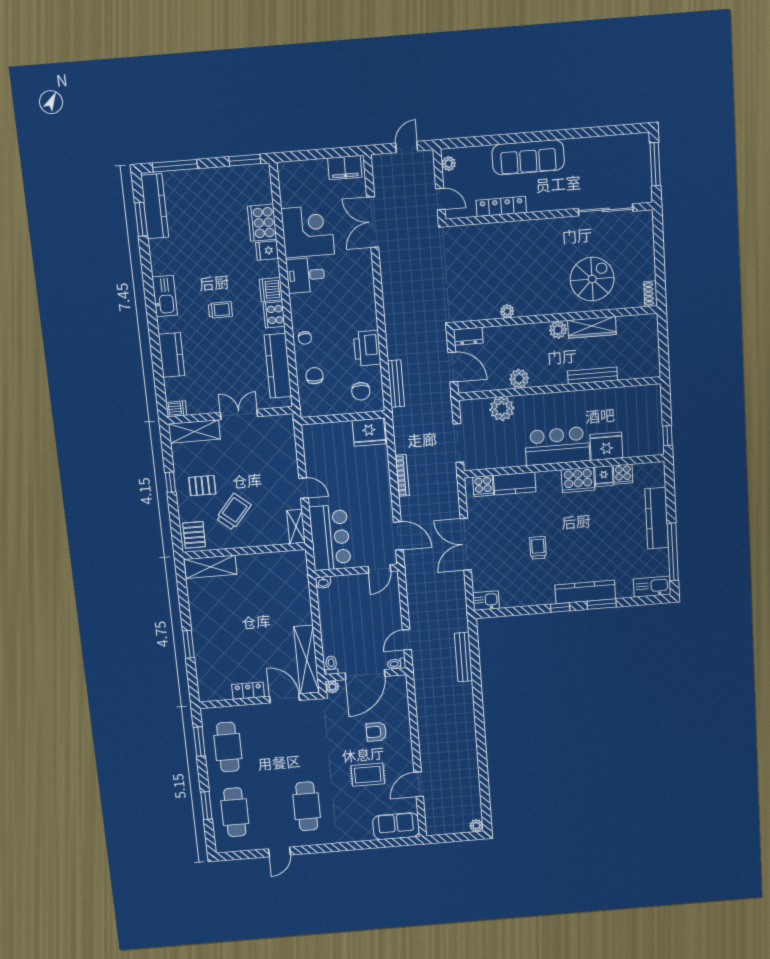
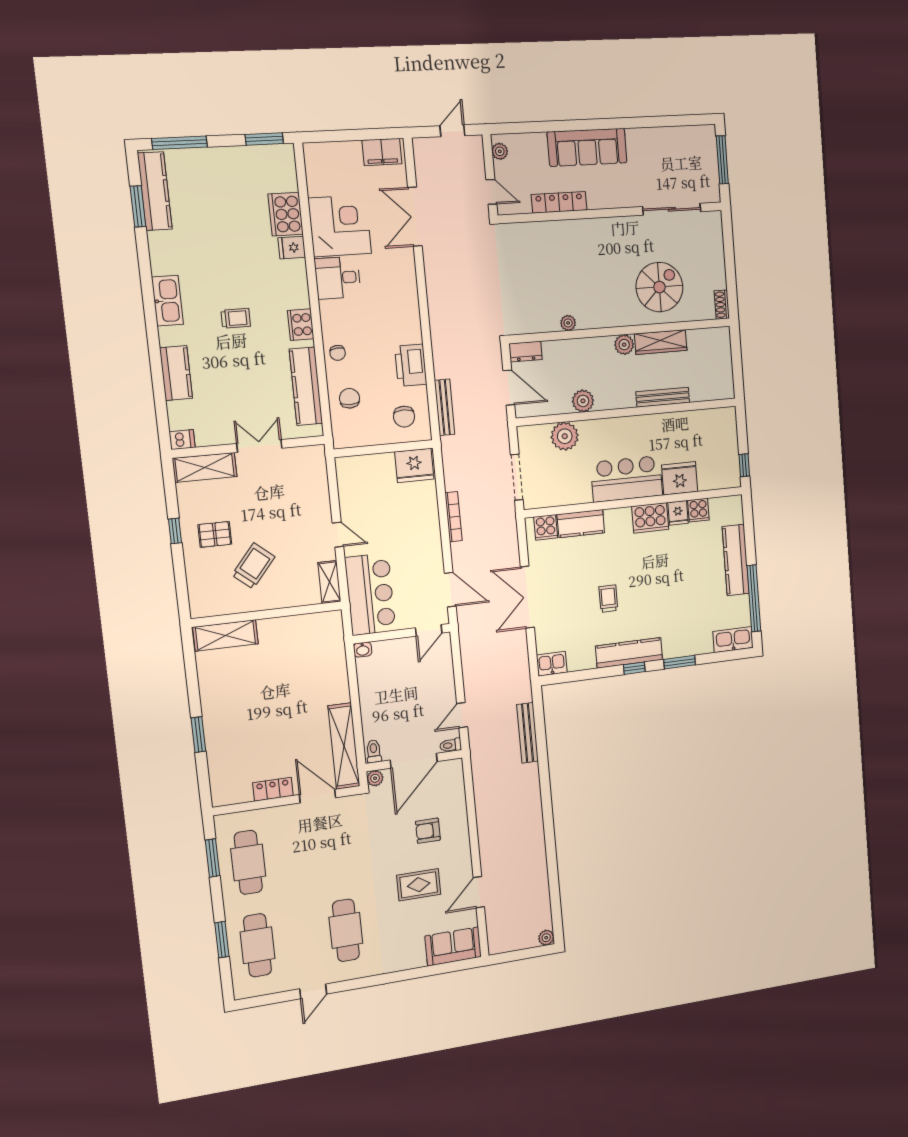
dishwasher: (271, 290) -> (297, 294), removed
pallet: (194, 535) -> (205, 596), removed
kitchen counter: (585, 592) -> (629, 653), moved

